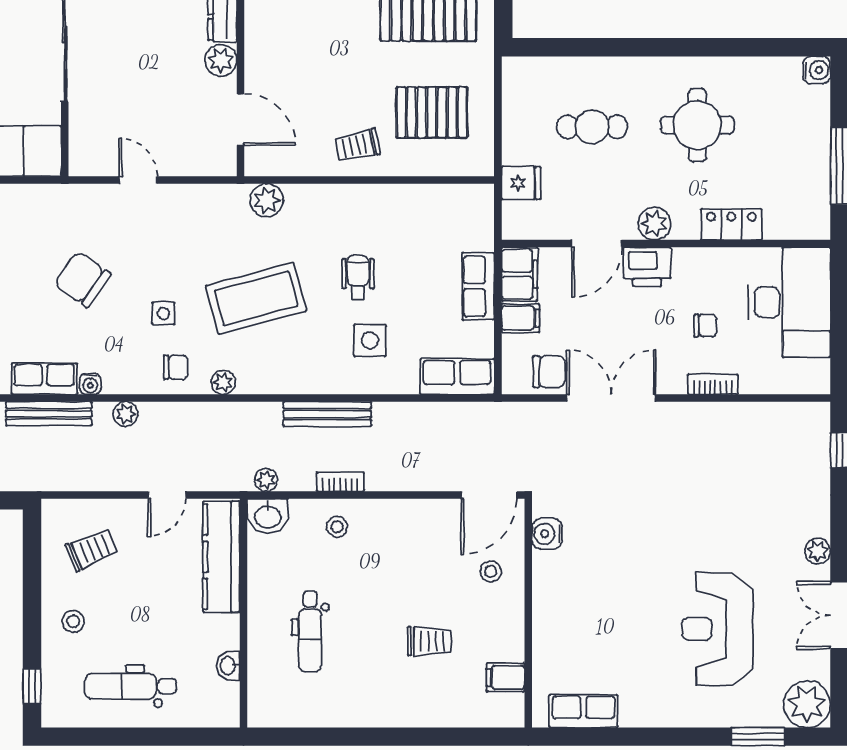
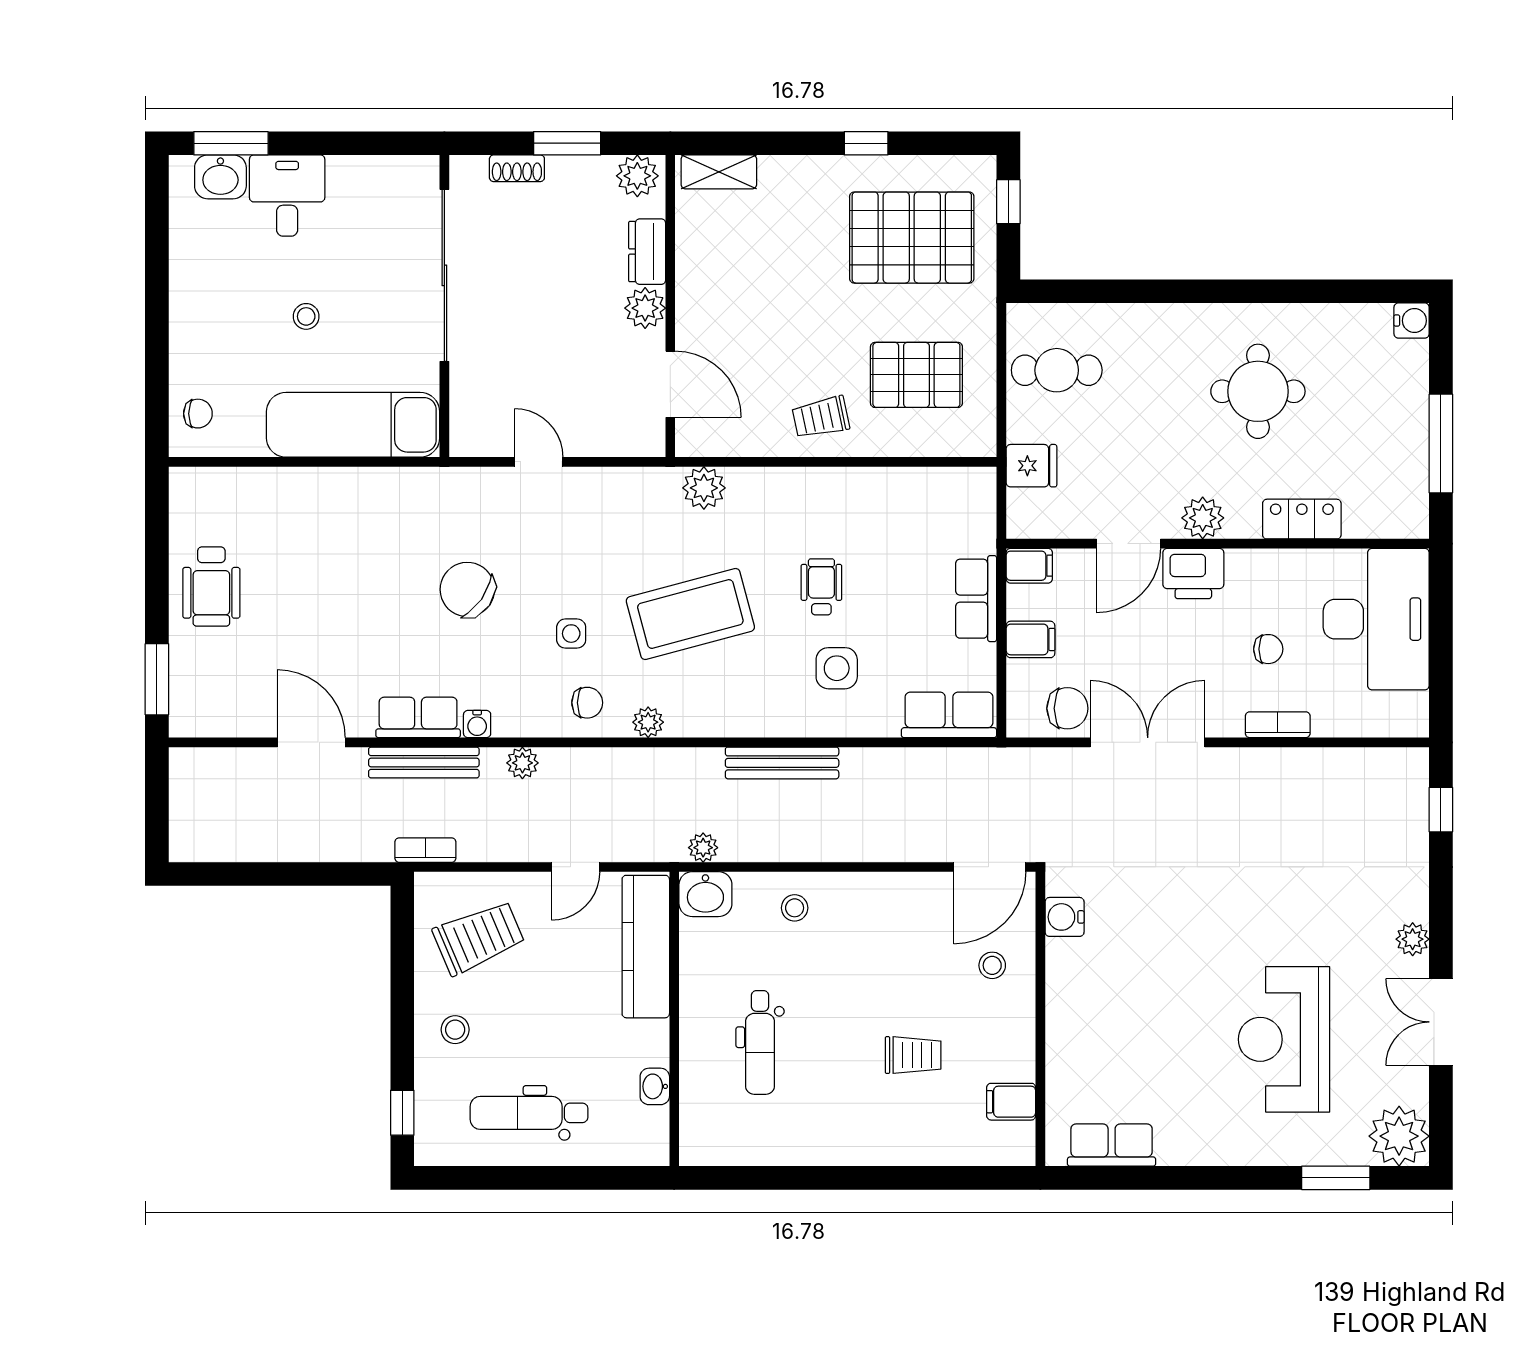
cafe table: (592, 127) -> (1057, 370), moved
filing cabinet: (520, 274) -> (1029, 566), width x0.50
bookcase: (340, 482) -> (425, 850), moved
trolley: (91, 550) -> (479, 937), width x1.36, depth x1.39

